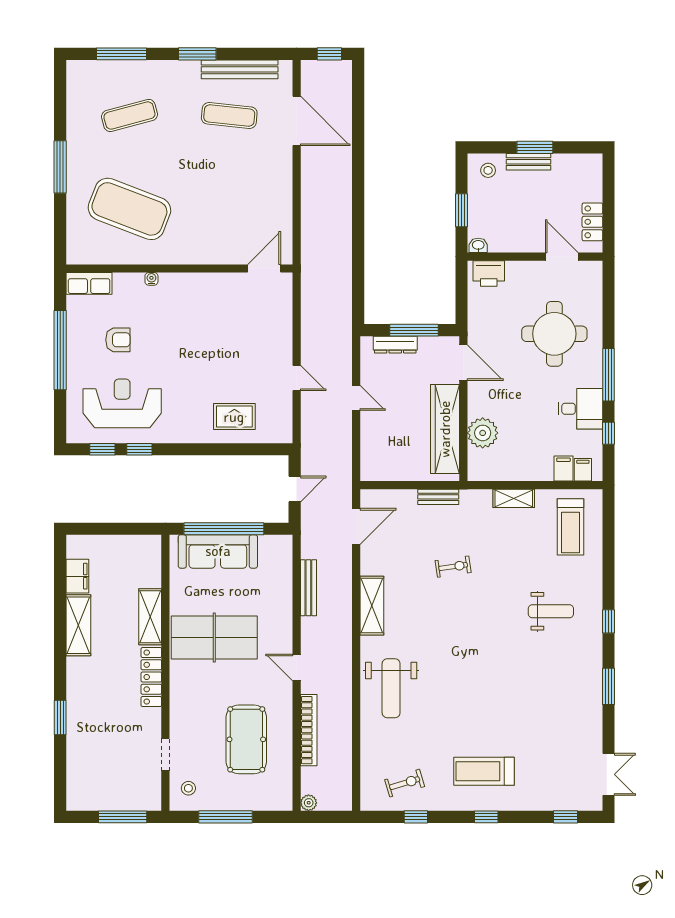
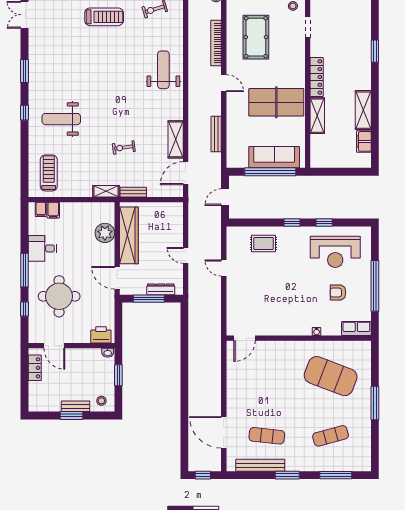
window: (608, 433) -> (24, 309), moved
window: (102, 449) -> (292, 223), moved
shelving: (514, 498) -> (106, 191), moved
shelving: (372, 606) -> (176, 139), moved
weight bench: (551, 611) -> (61, 119), width x1.36, depth x1.33

